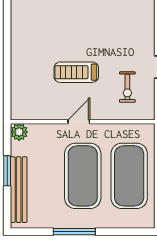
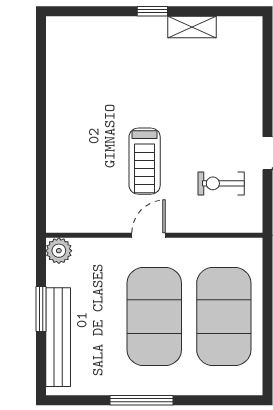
treadmill: (76, 72) -> (145, 161), turned -90
exercise bike: (127, 87) -> (221, 183), turned 90

